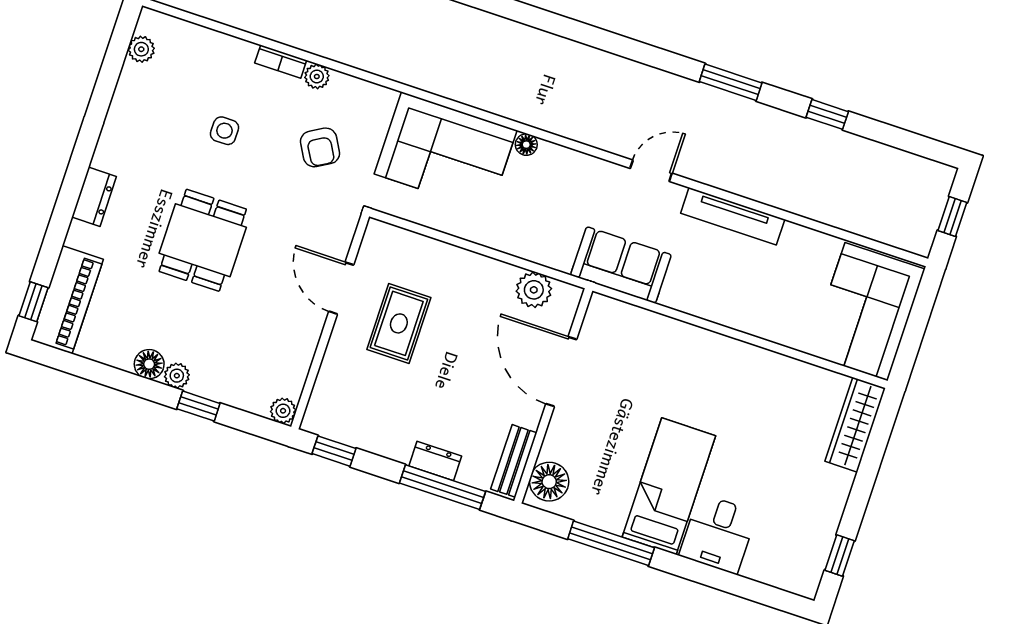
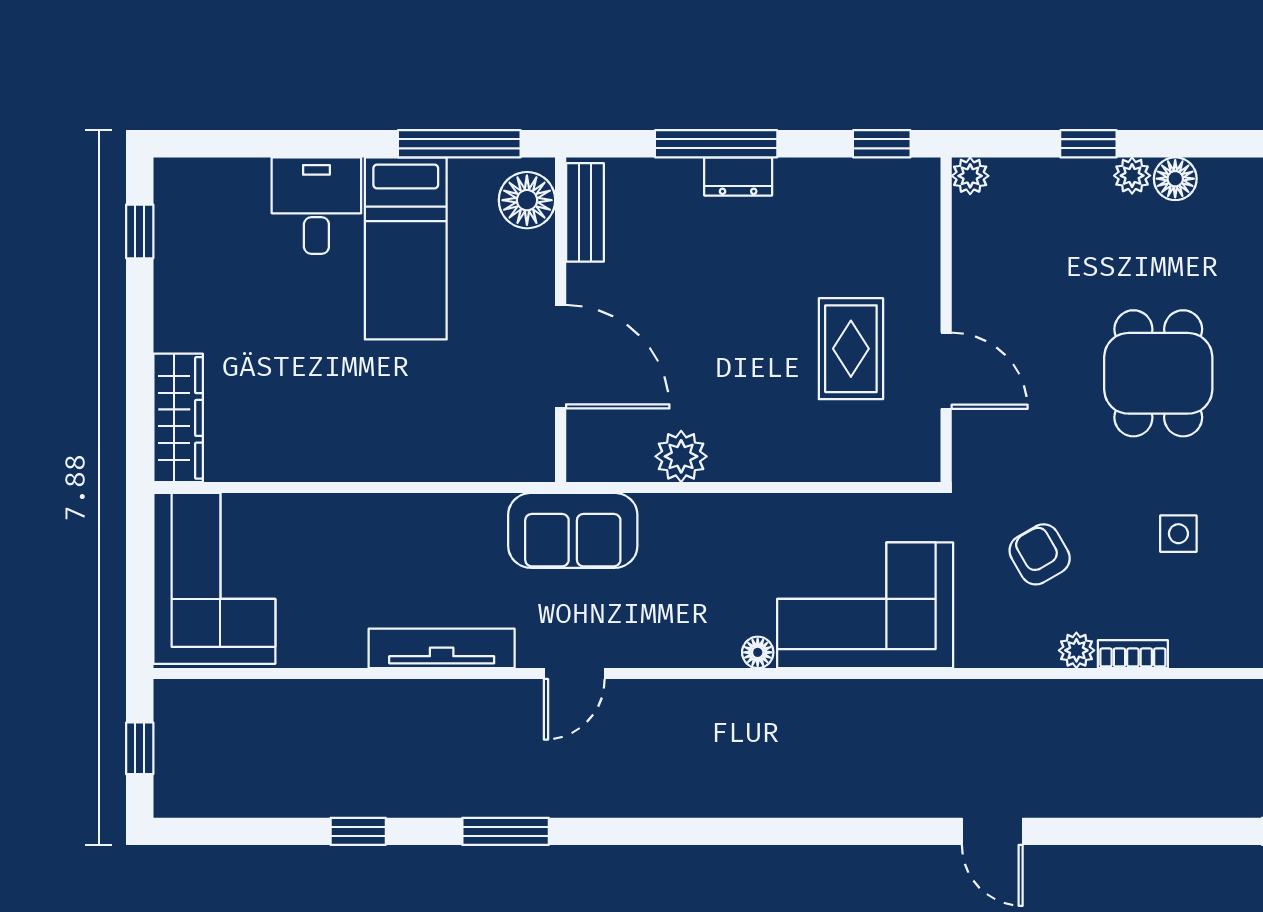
door: (561, 372) -> (561, 357), moved
wall: (553, 396) -> (561, 320), moved
bench: (514, 461) -> (585, 212), moved
floor lamp: (549, 482) -> (527, 200), moved

